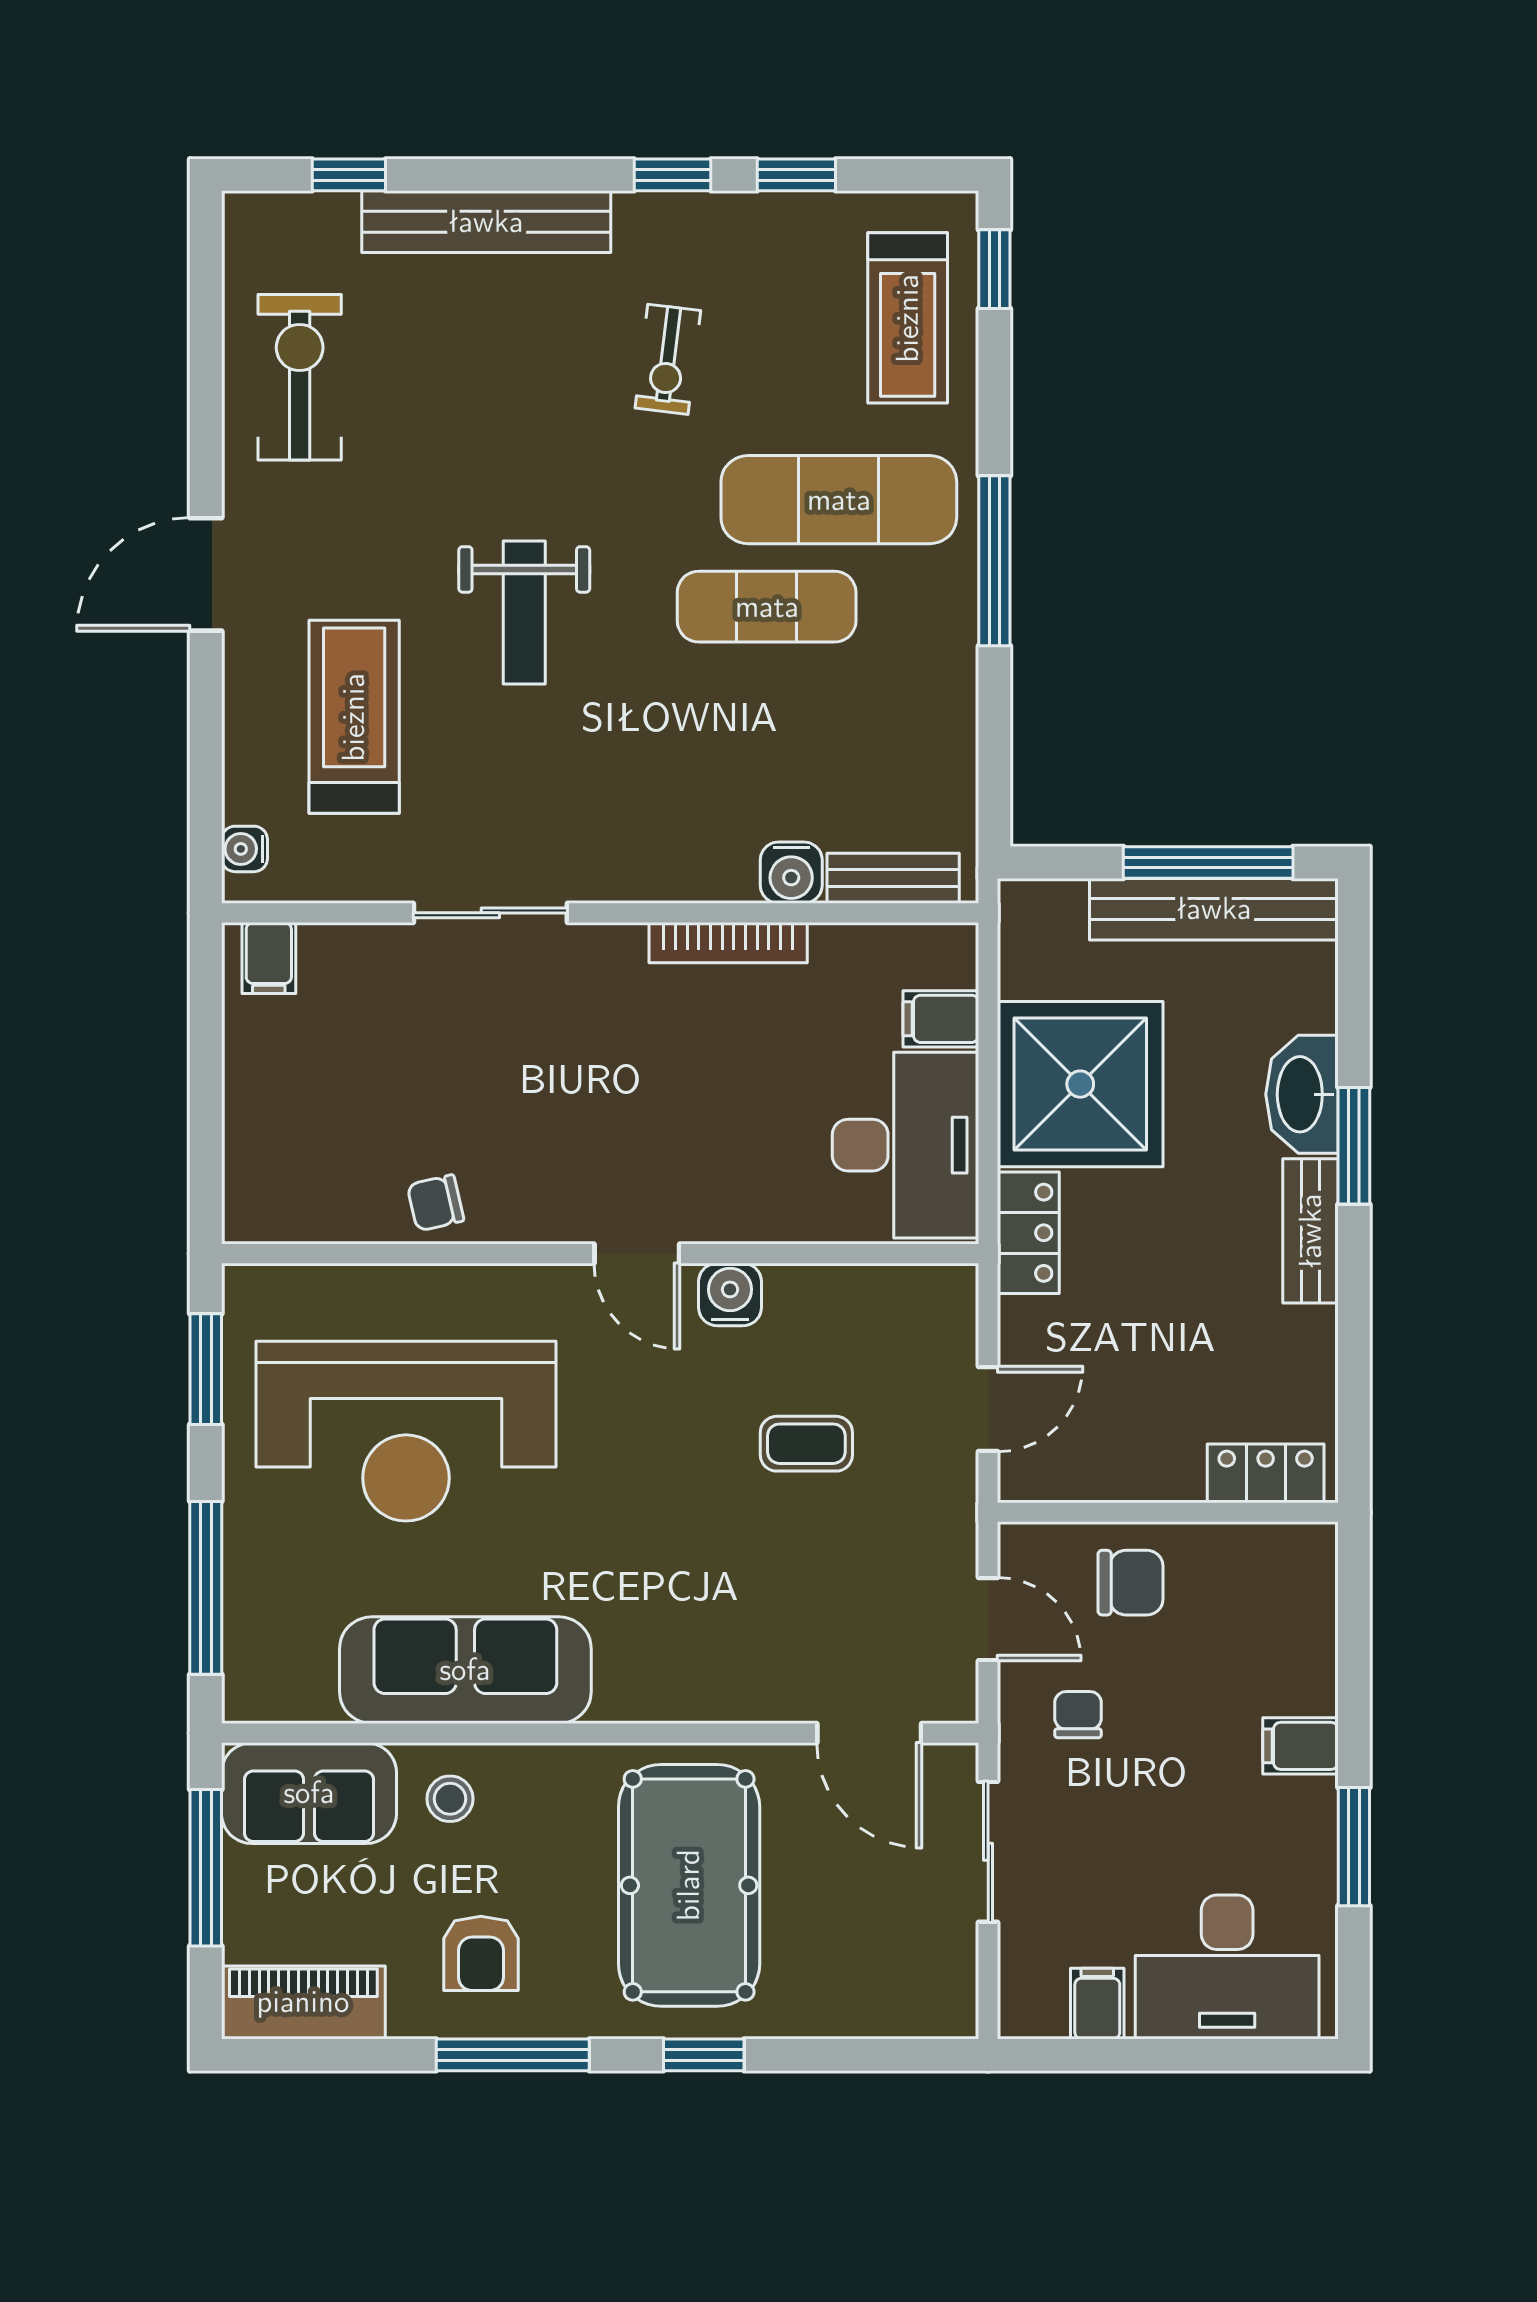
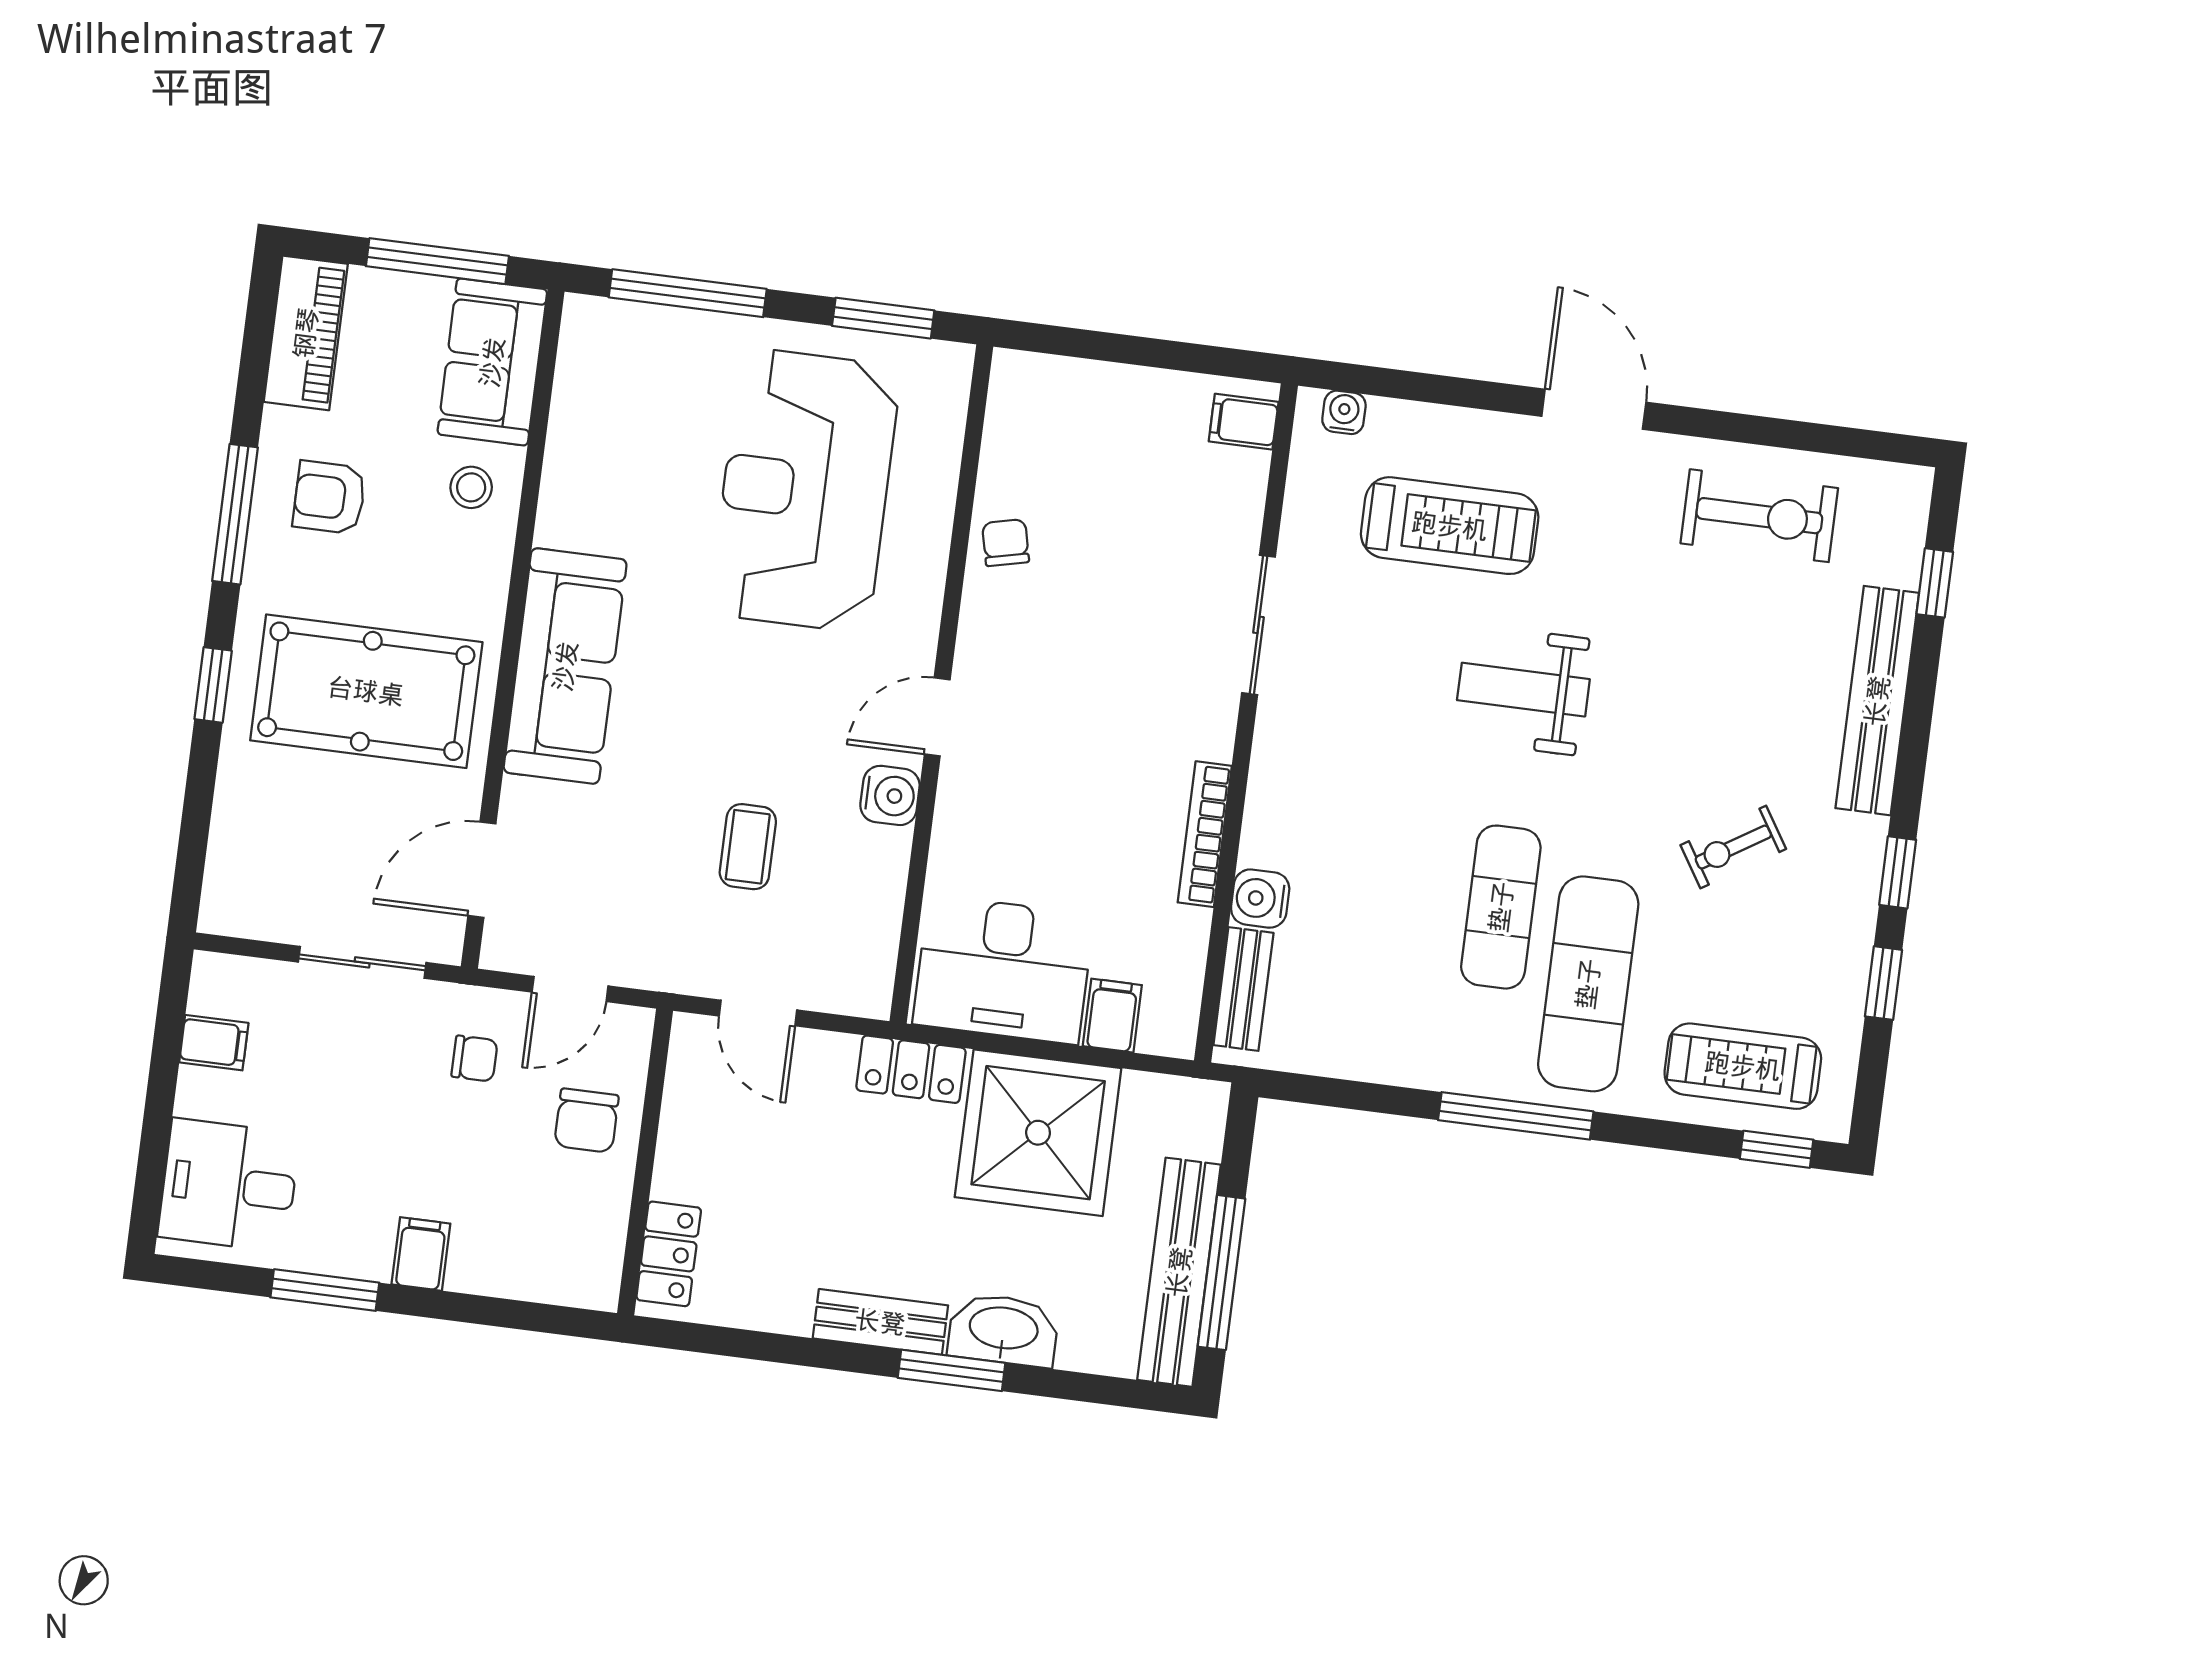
exercise bike: (668, 359) -> (1733, 847), turned -39
sofa: (465, 1670) -> (565, 666), moved
desk: (1227, 1967) -> (229, 1185), width x0.73

